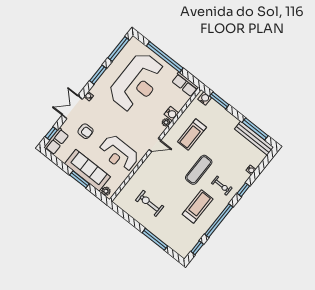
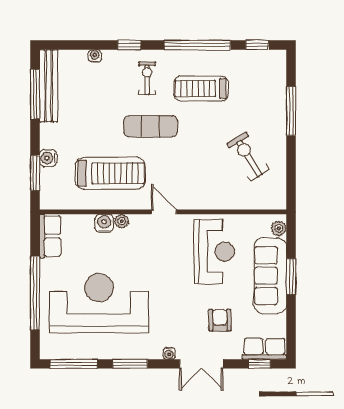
water cooler: (205, 98) -> (48, 158), moved
treadmill: (192, 134) -> (110, 173), width x1.37, depth x1.38
exercise bike: (150, 203) -> (248, 157), turned 148

